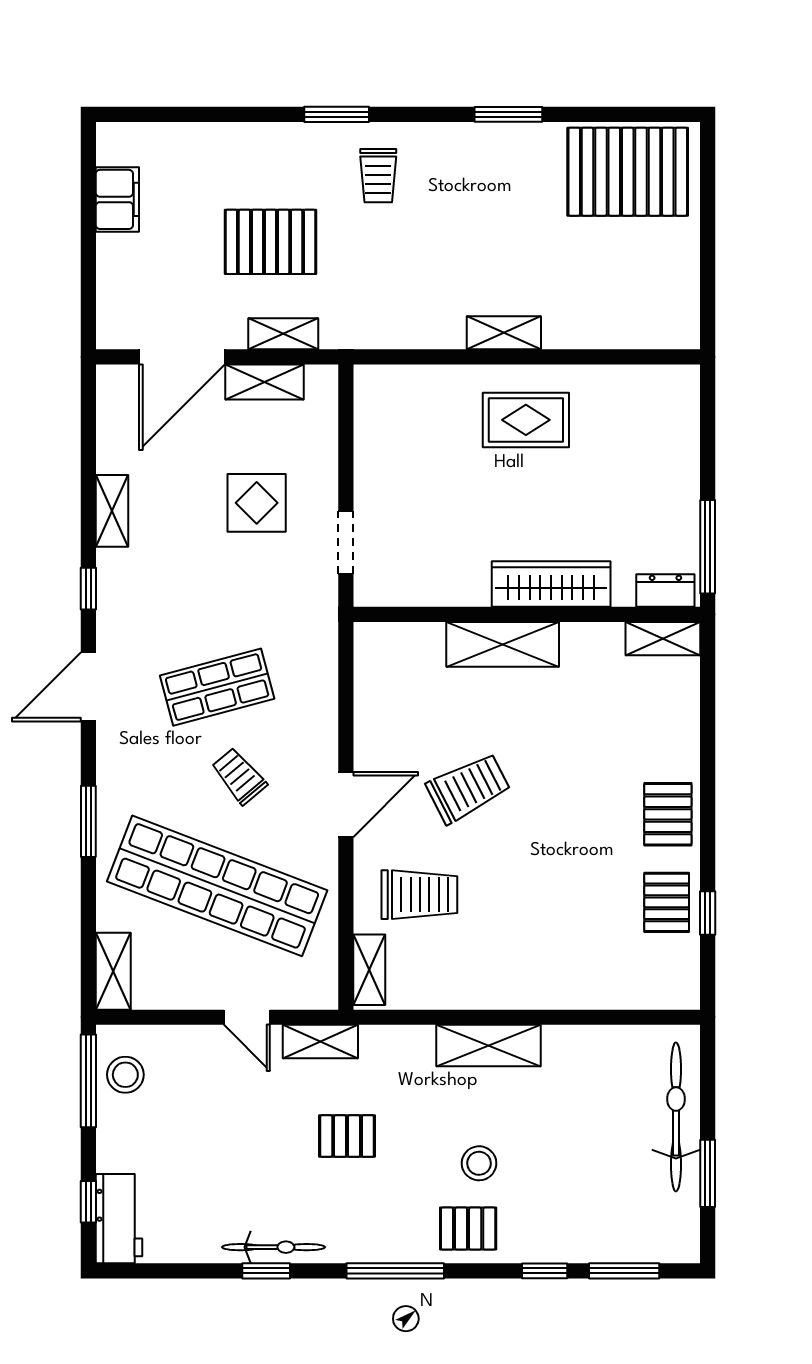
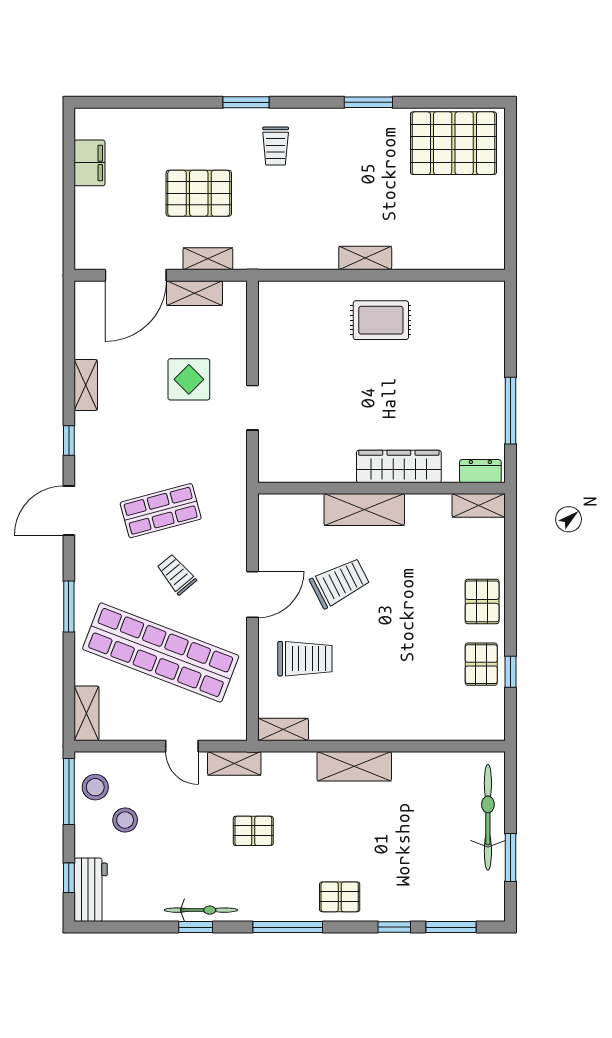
wardrobe: (551, 584) -> (399, 466), moved
dresser: (665, 591) -> (480, 471), moved
wall: (527, 614) -> (381, 488), moved
shelving: (663, 639) -> (479, 505), moved
shelving: (503, 644) -> (364, 509), moved
shelving: (369, 970) -> (283, 729), moved, turned 90
stool: (479, 1163) -> (125, 820), moved

